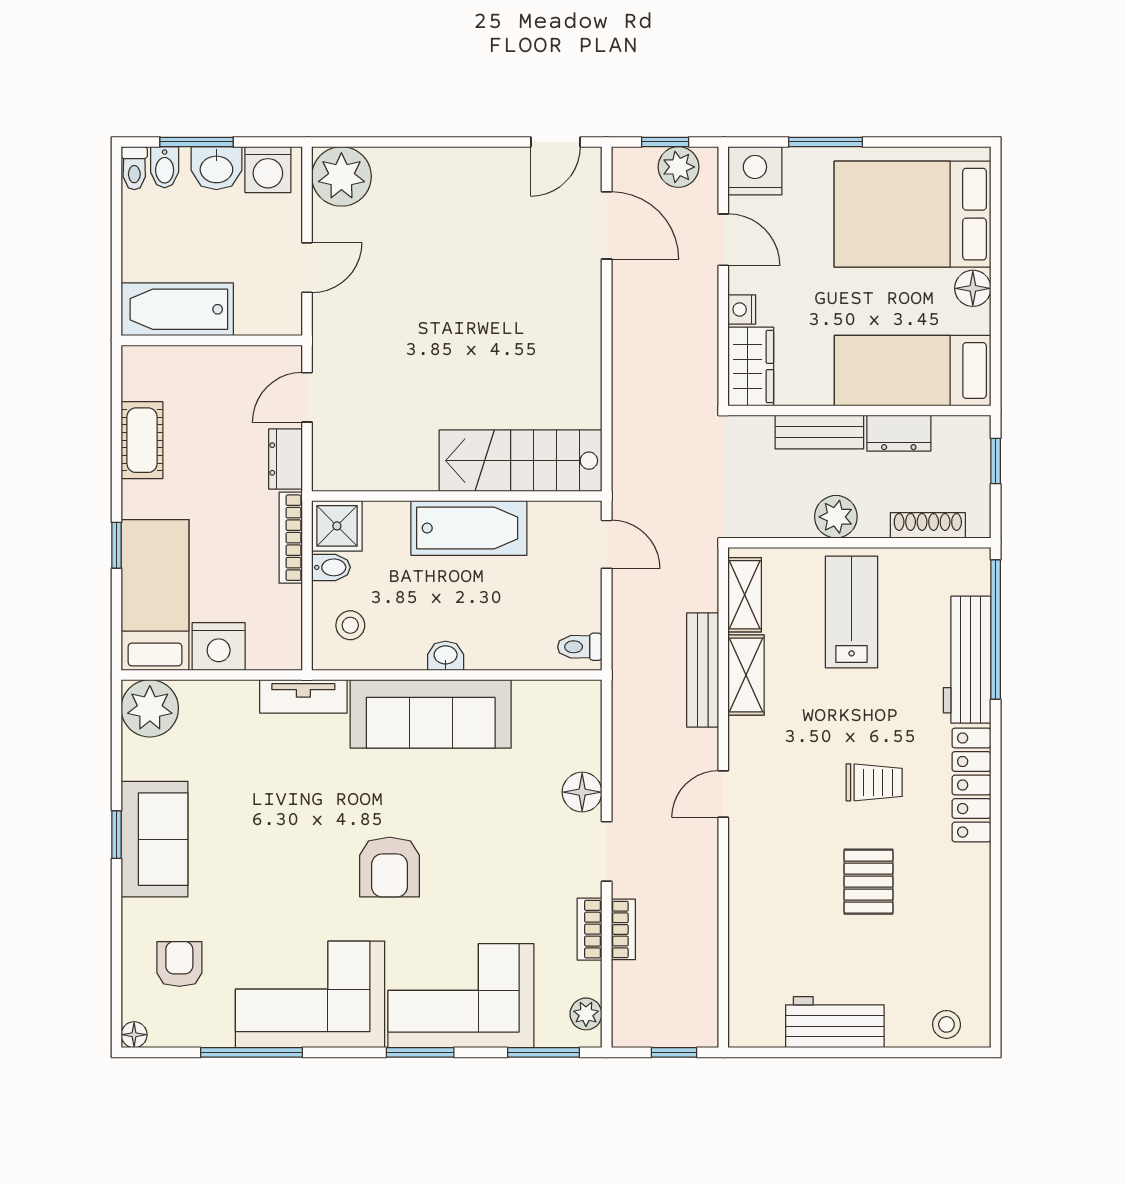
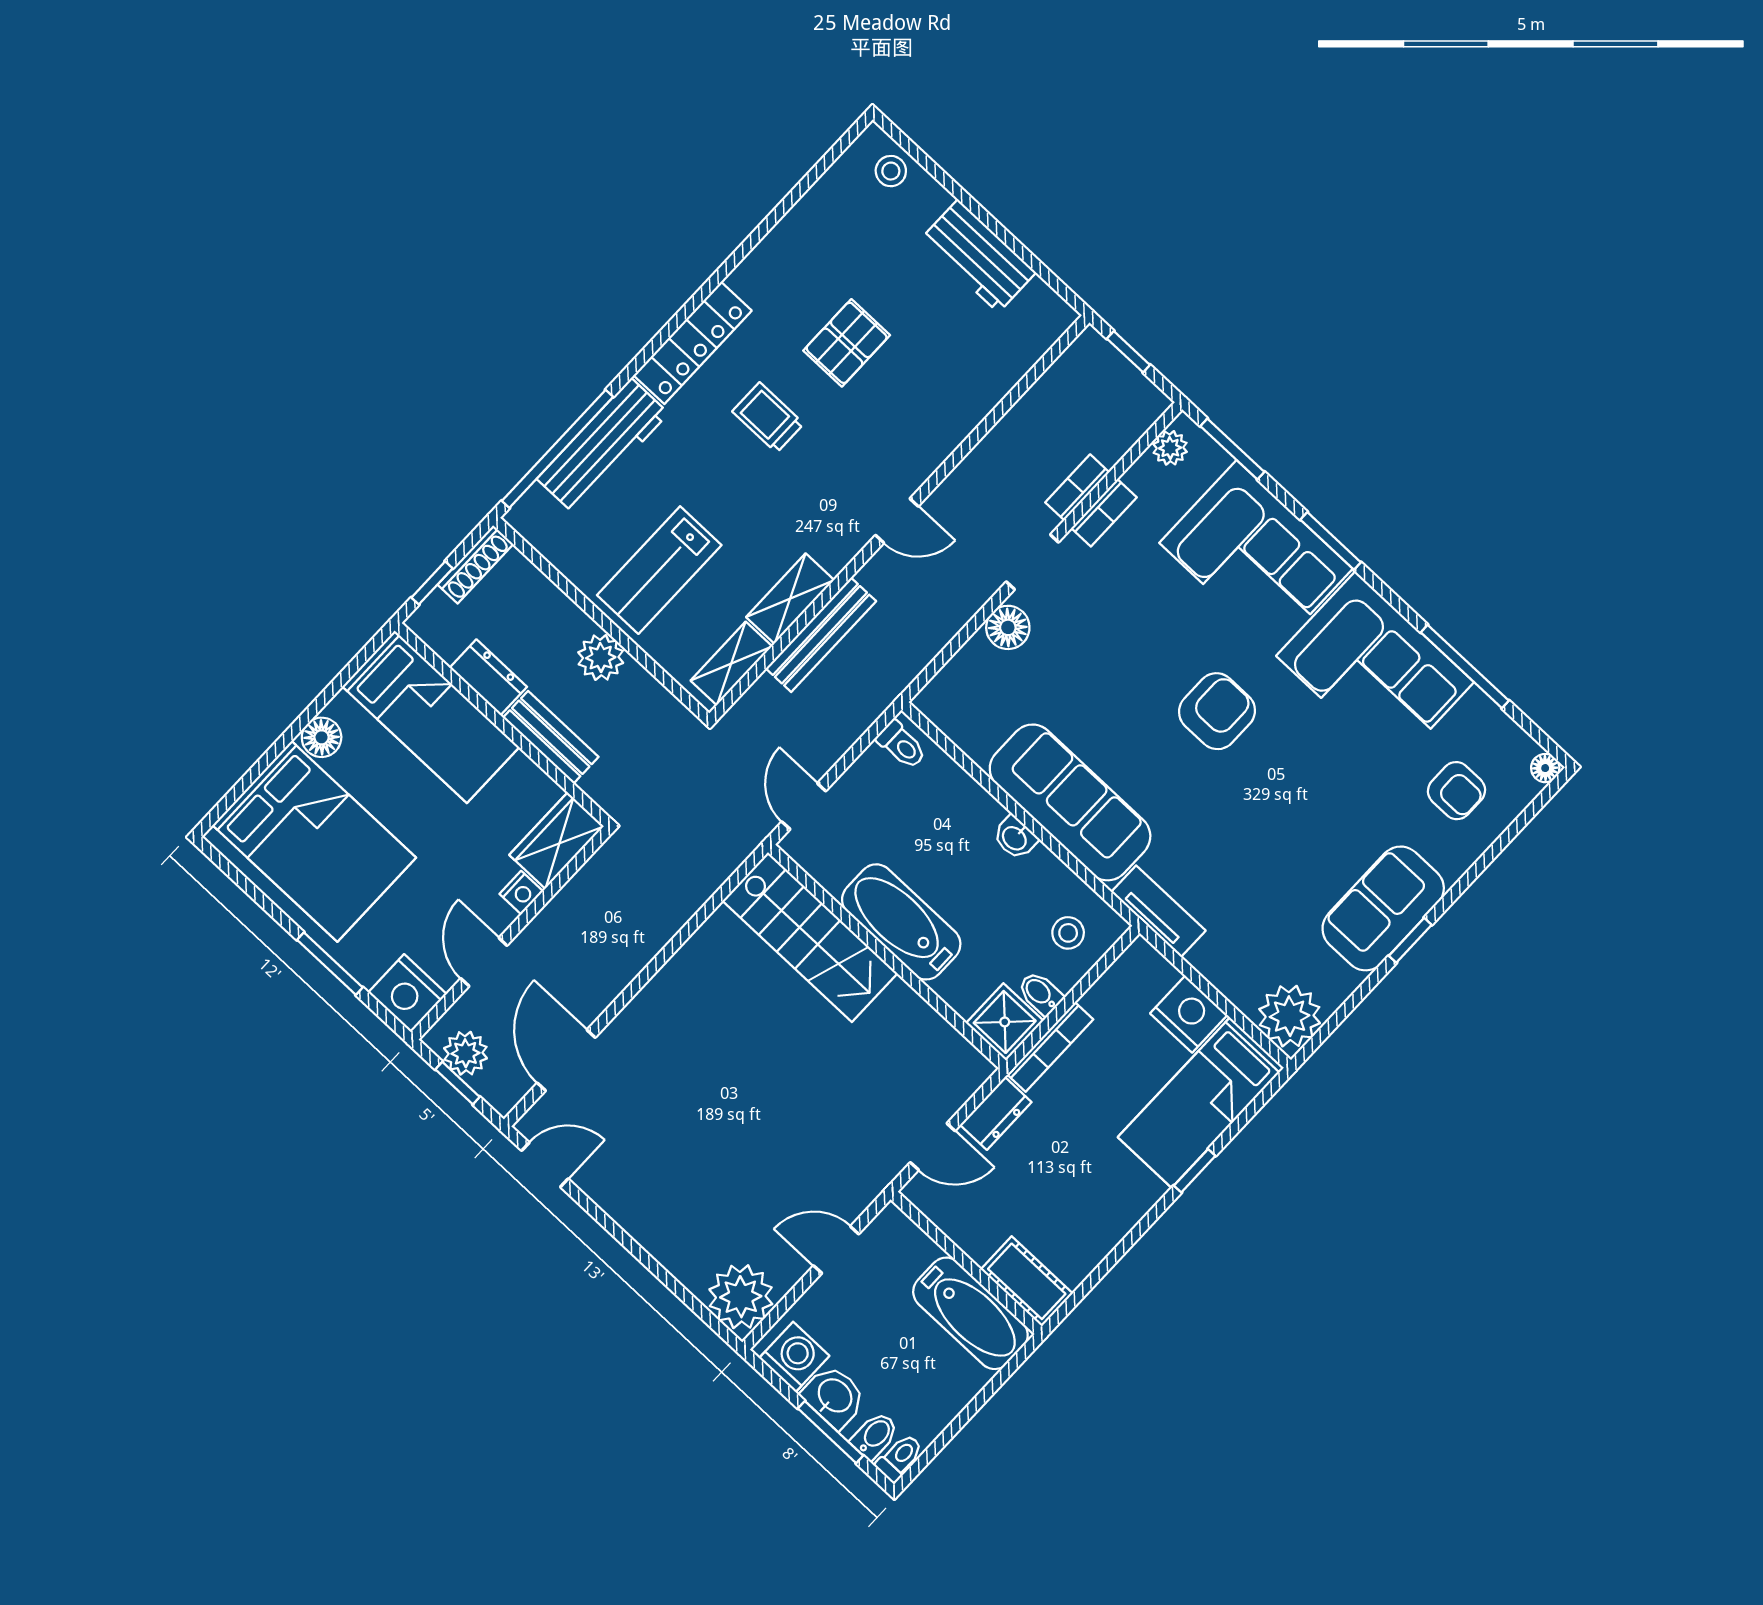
cot: (142, 440) -> (1027, 1281), moved, turned 90
shoe rack: (928, 525) -> (475, 564), moved, turned -90
armchair: (179, 964) -> (1457, 791), turned -90

